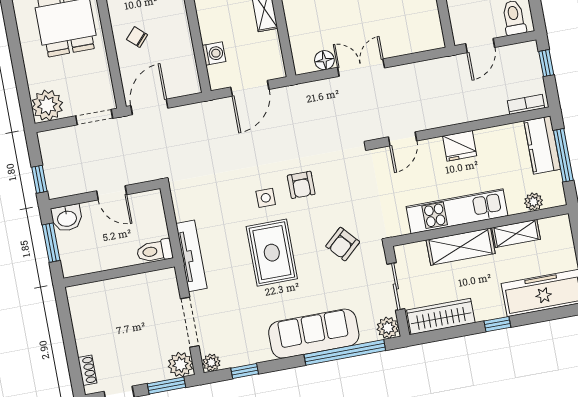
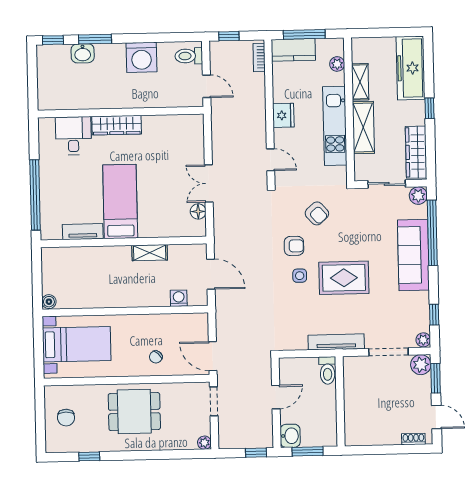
plant: (47, 105) -> (204, 443), width x0.53, depth x0.53
armchair: (343, 244) -> (317, 213), moved

